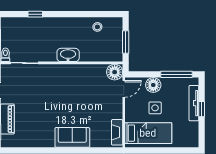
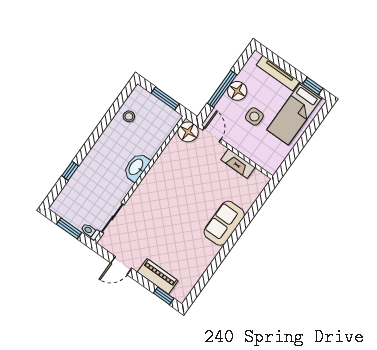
window: (177, 74) -> (222, 89), moved
floor lamp: (153, 85) -> (237, 91), moved
window: (202, 109) -> (313, 86), moved
fireplace: (117, 132) -> (238, 164), moved
bed: (148, 133) -> (294, 114), moved, turned 180

